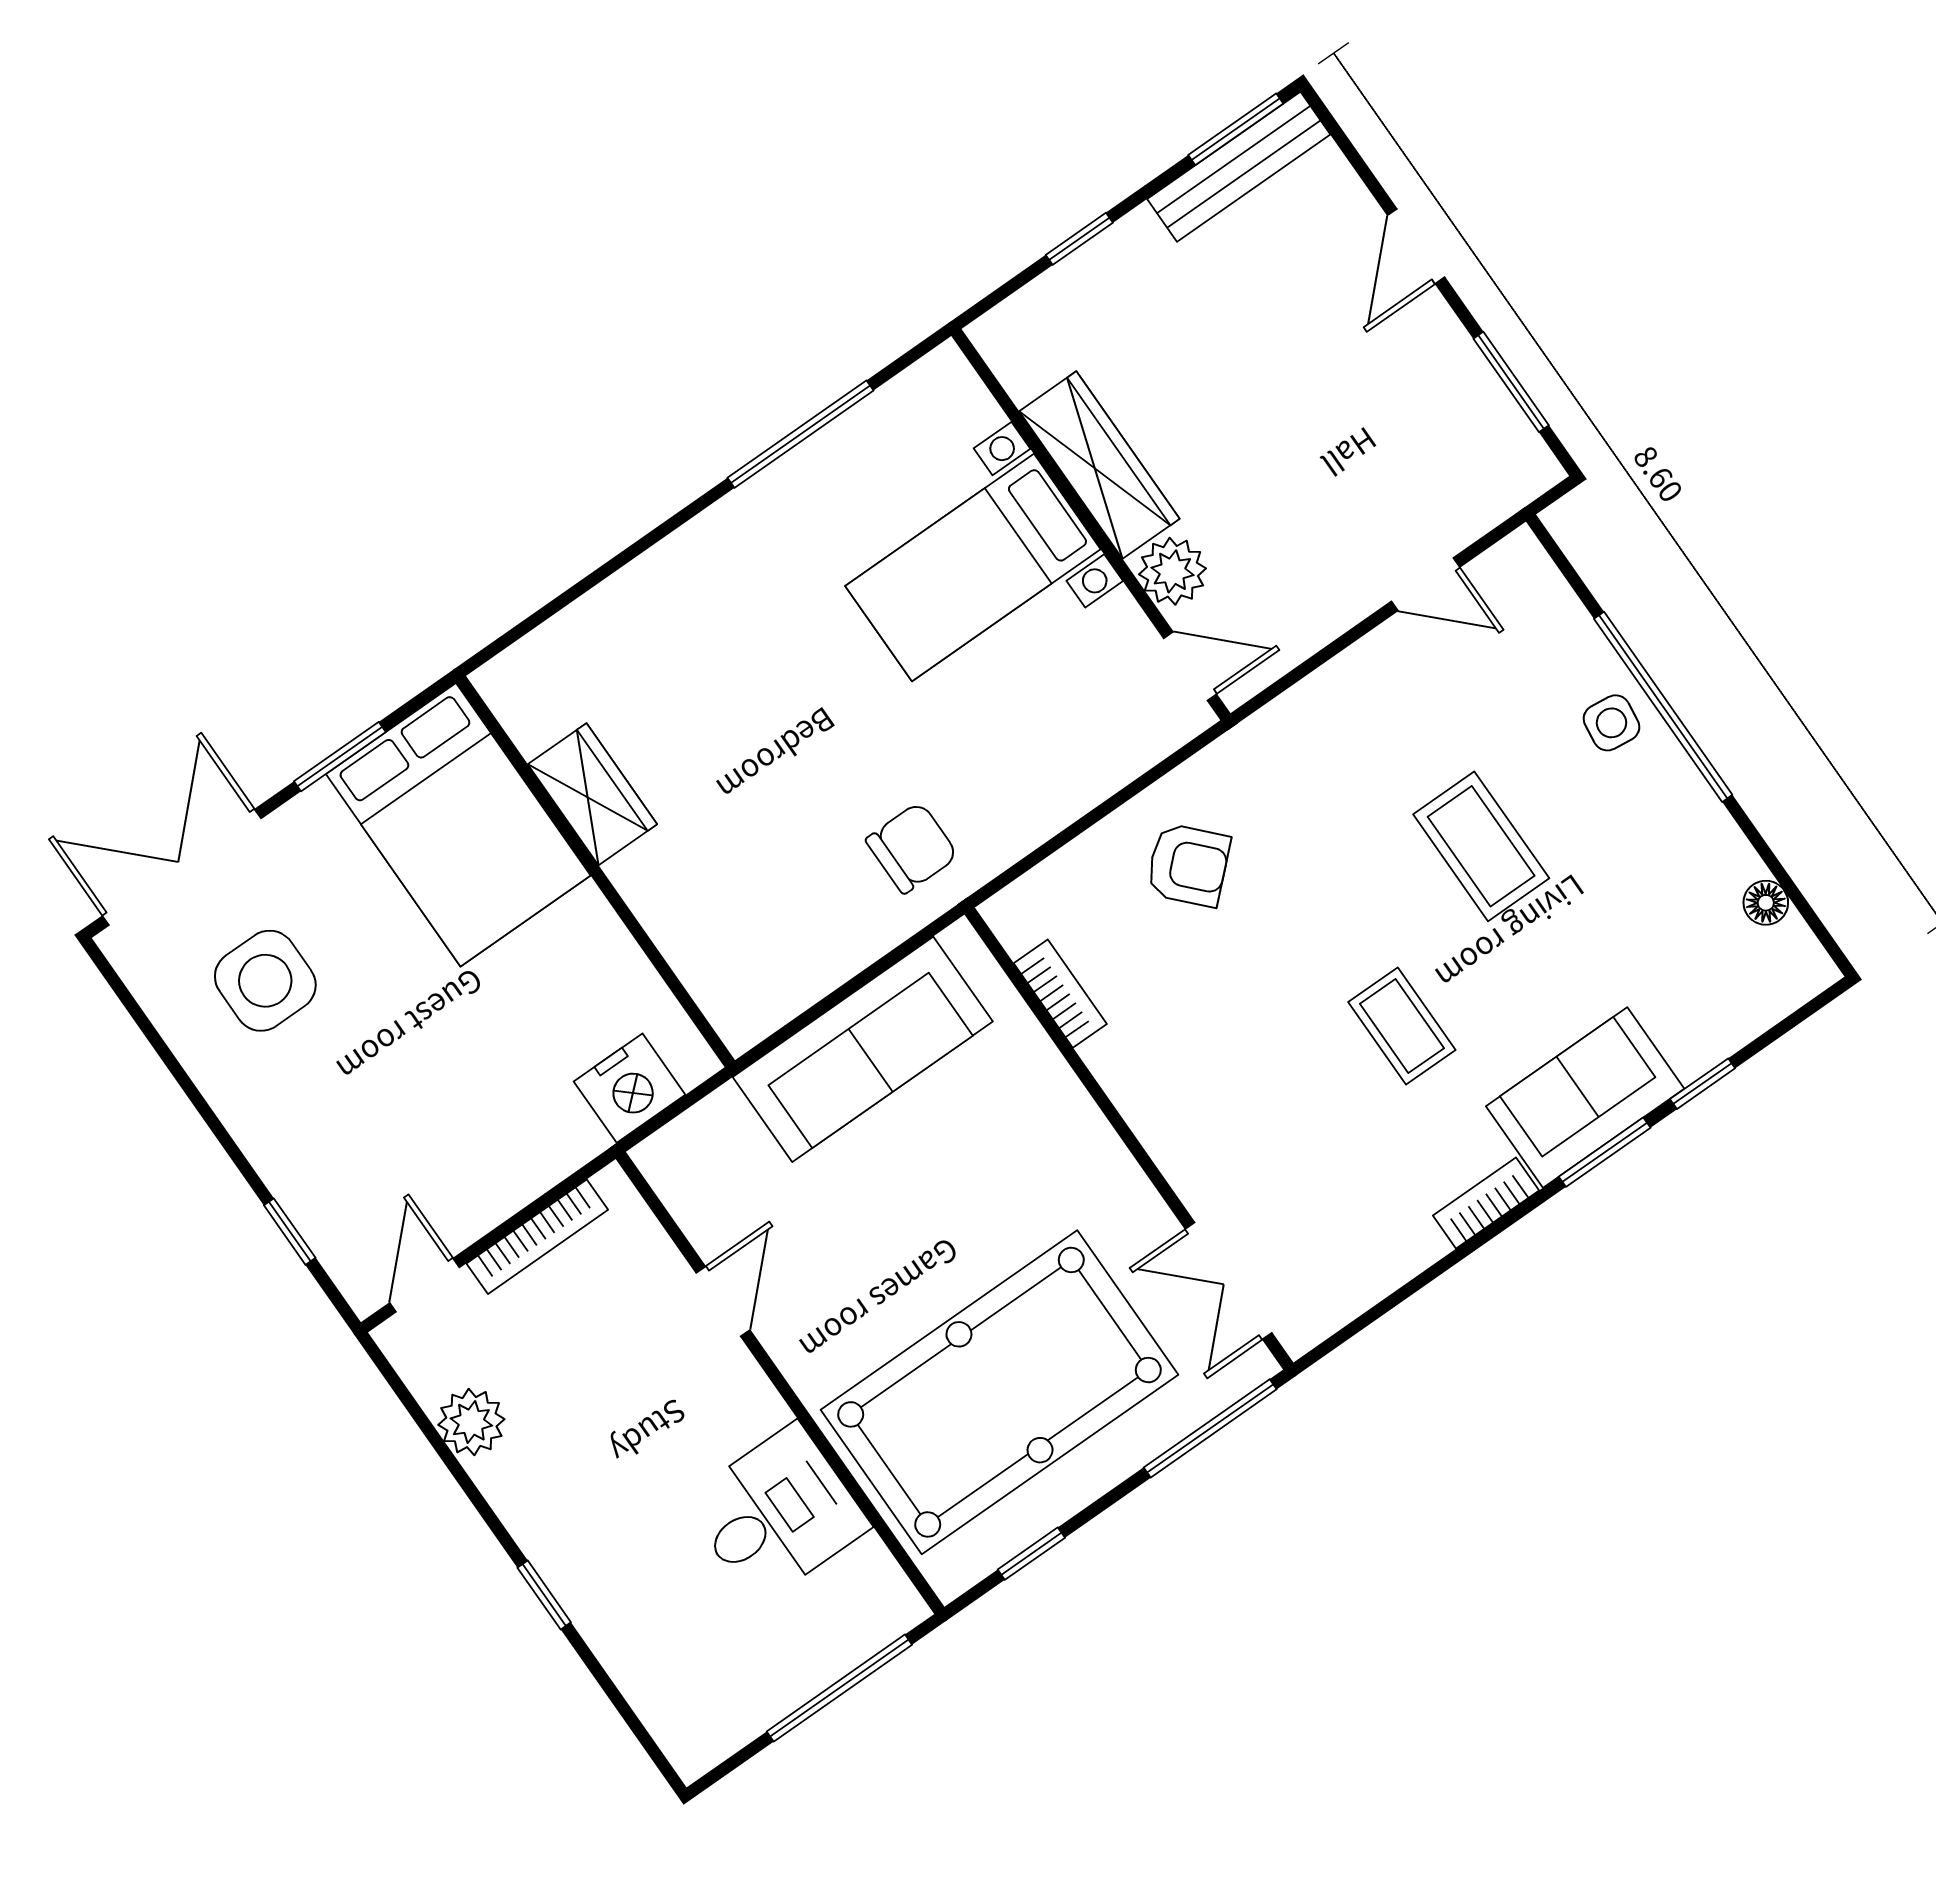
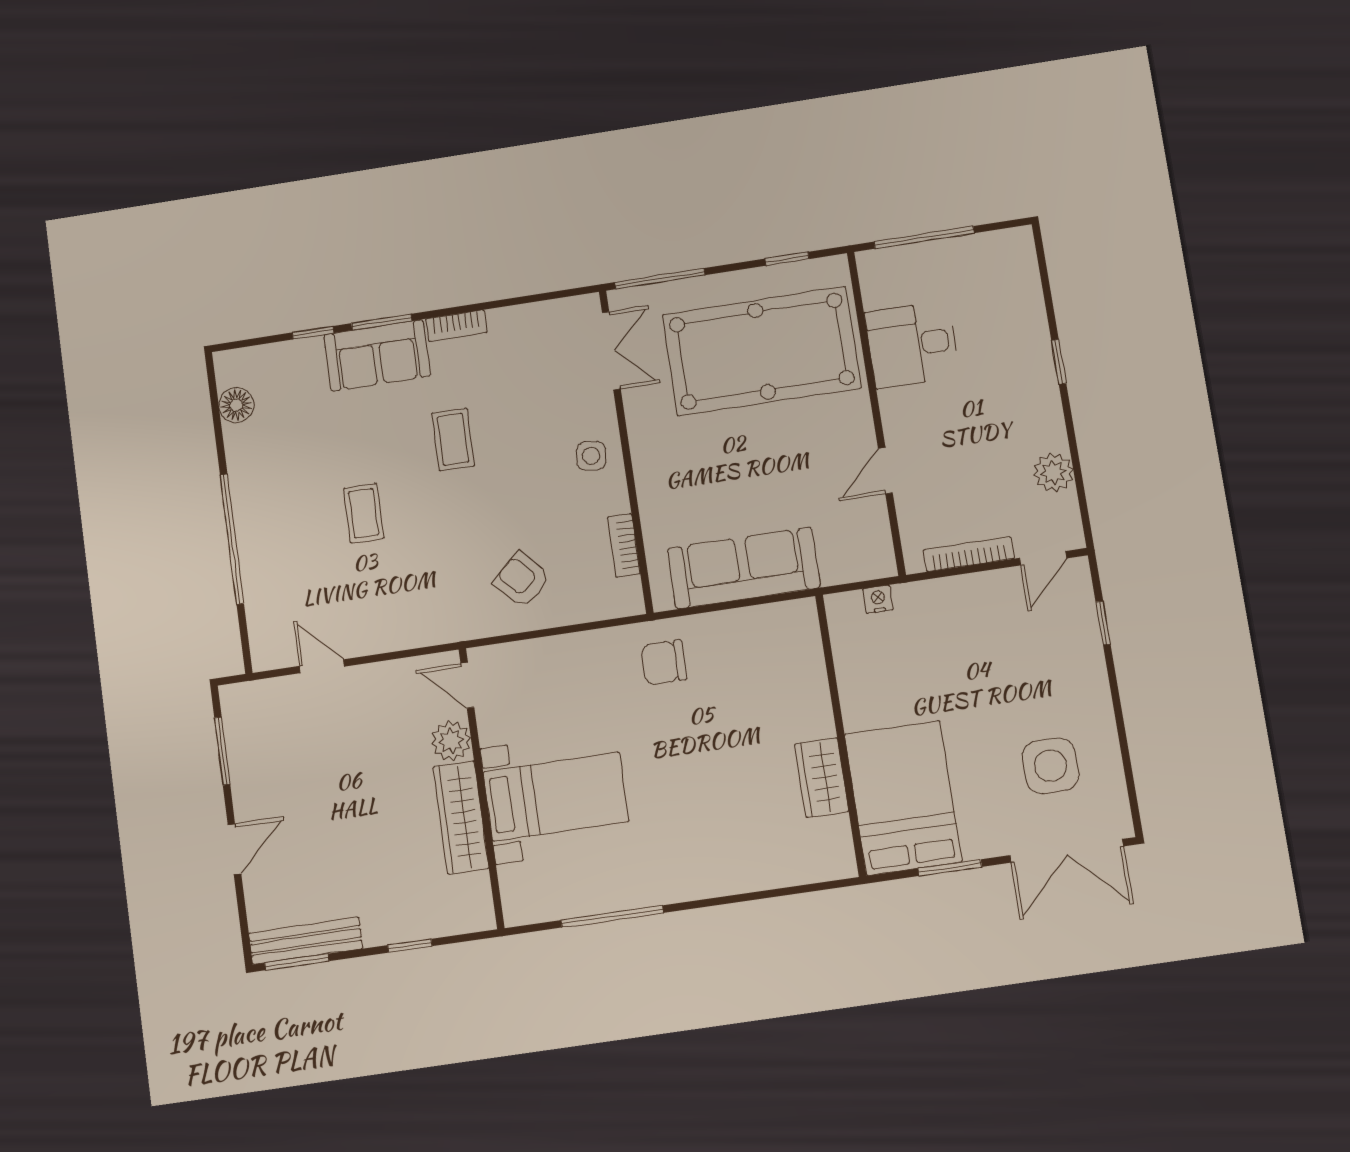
side table: (1612, 723) -> (591, 456), moved
coffee table: (1481, 846) -> (364, 513), width x0.73, depth x0.77
floor lamp: (1766, 903) -> (236, 405), width x1.37, depth x1.37
nightstand: (630, 1088) -> (878, 599), width x0.53, depth x0.56

